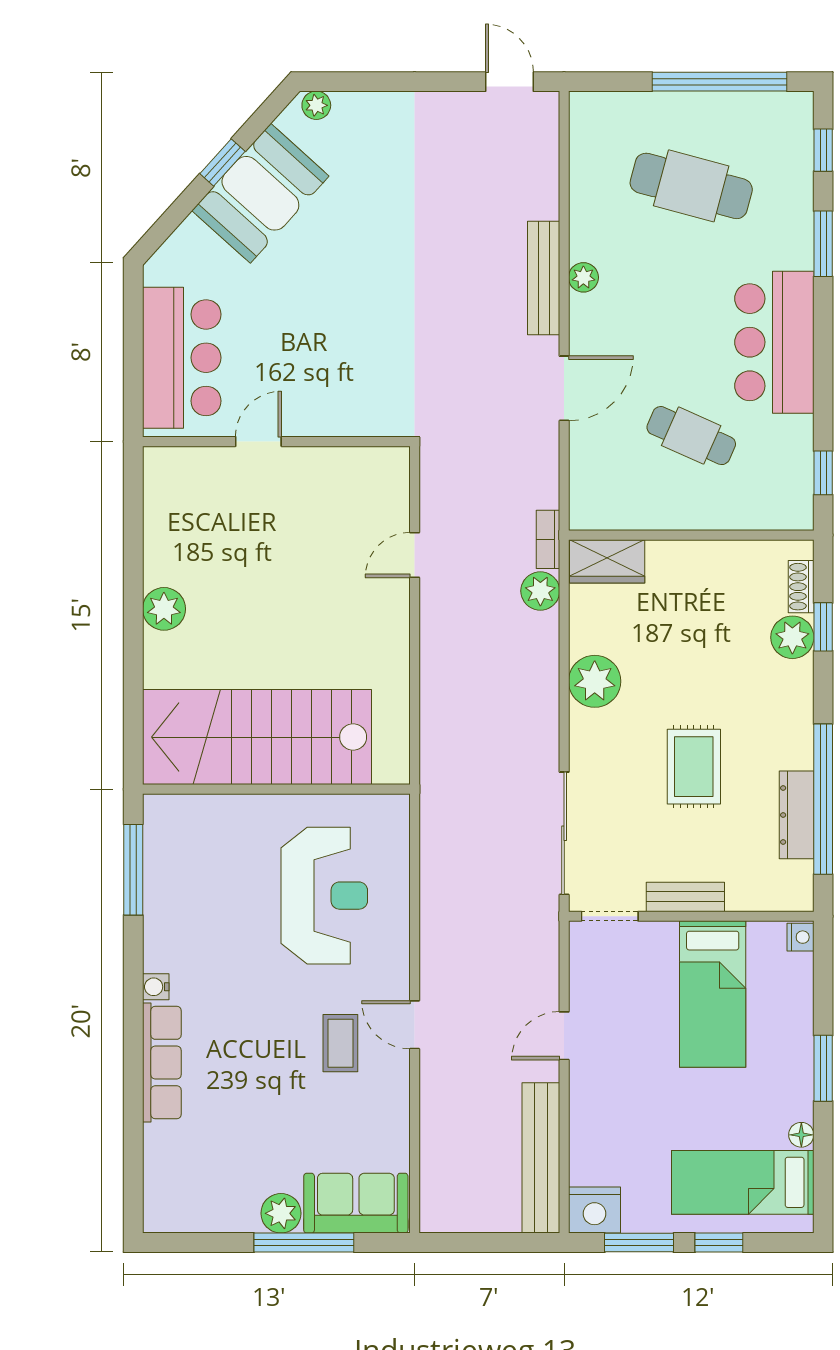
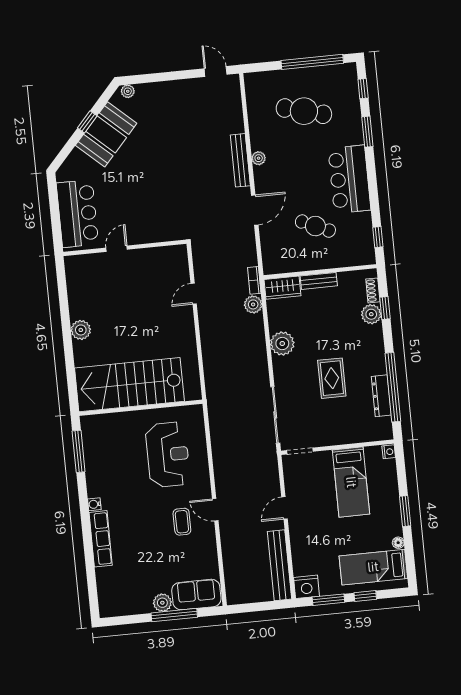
bench: (685, 897) -> (319, 281), moved

